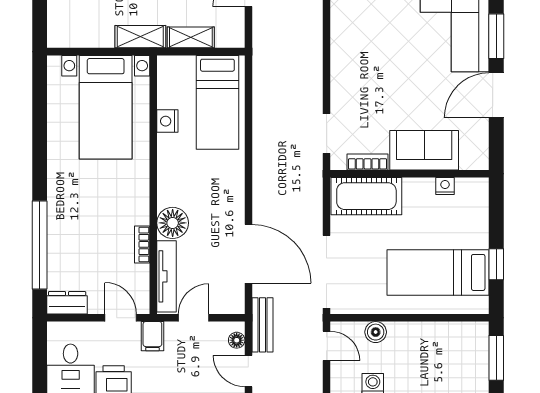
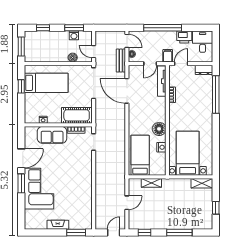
shelving: (140, 37) -> (202, 183), moved
floor lamp: (173, 223) -> (159, 129), moved
door: (121, 318) -> (181, 64), swing flipped

